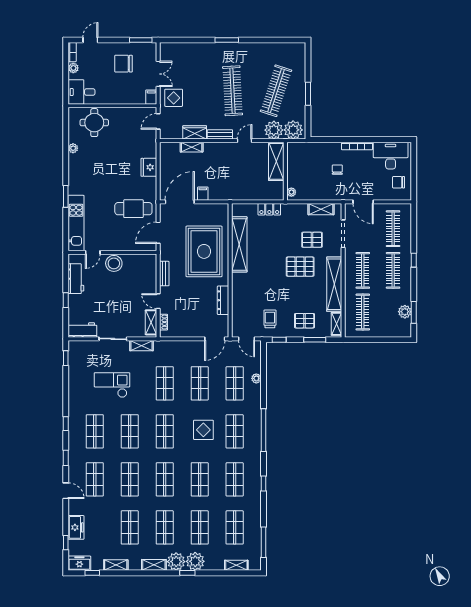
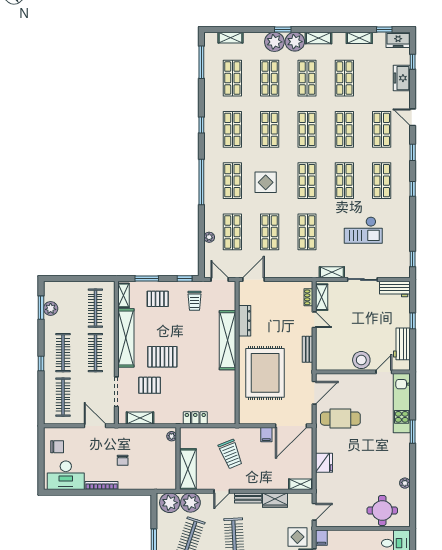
shelving: (192, 147) -> (301, 484), moved
trolley: (236, 175) -> (231, 454), added
shelving: (239, 244) -> (227, 340), moved

